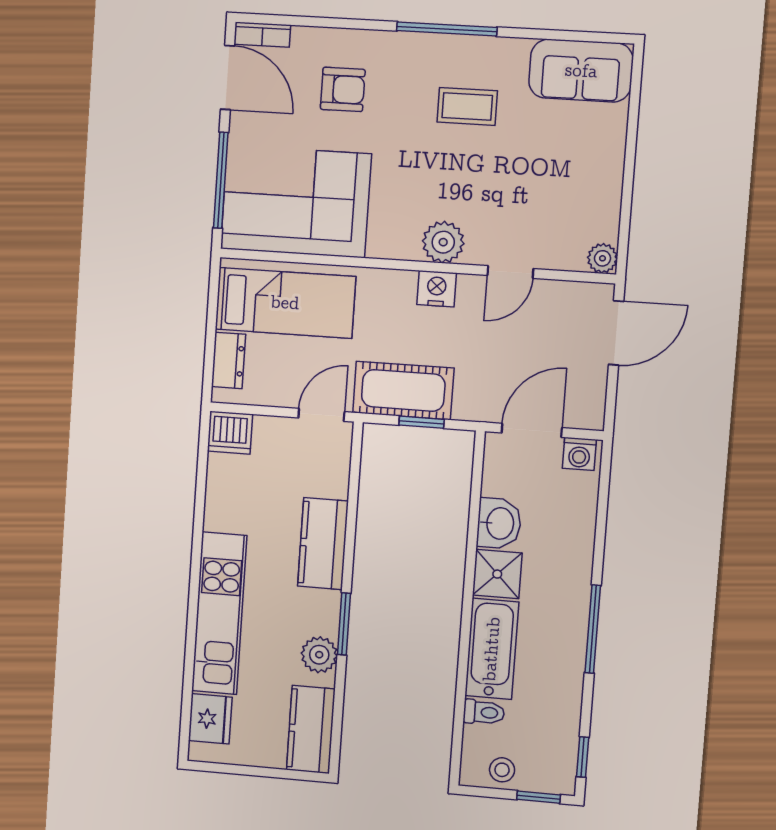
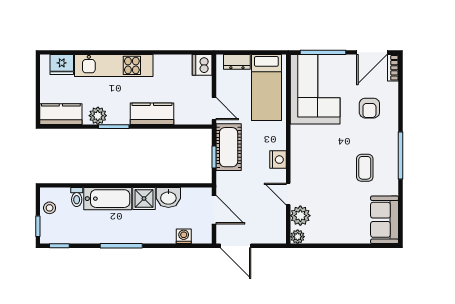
plant: (443, 242) -> (300, 216), moved
door: (616, 333) -> (236, 246), moved
washing machine: (579, 454) -> (184, 236), moved, turned 90

